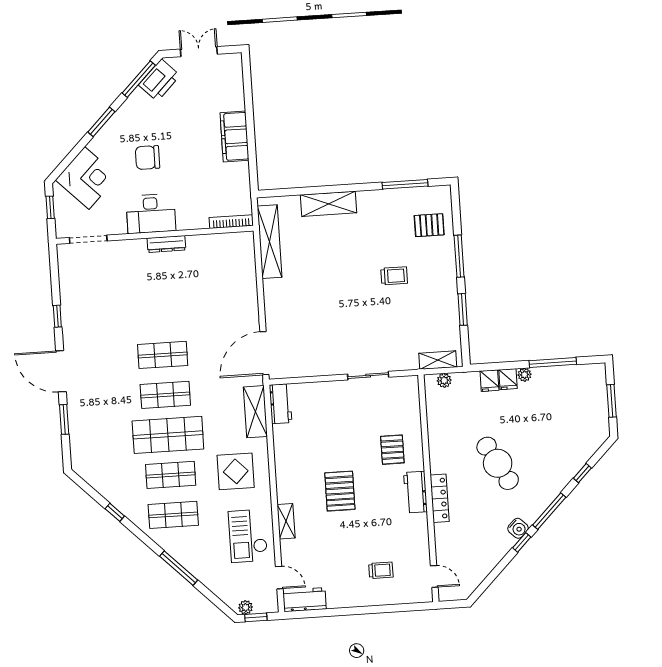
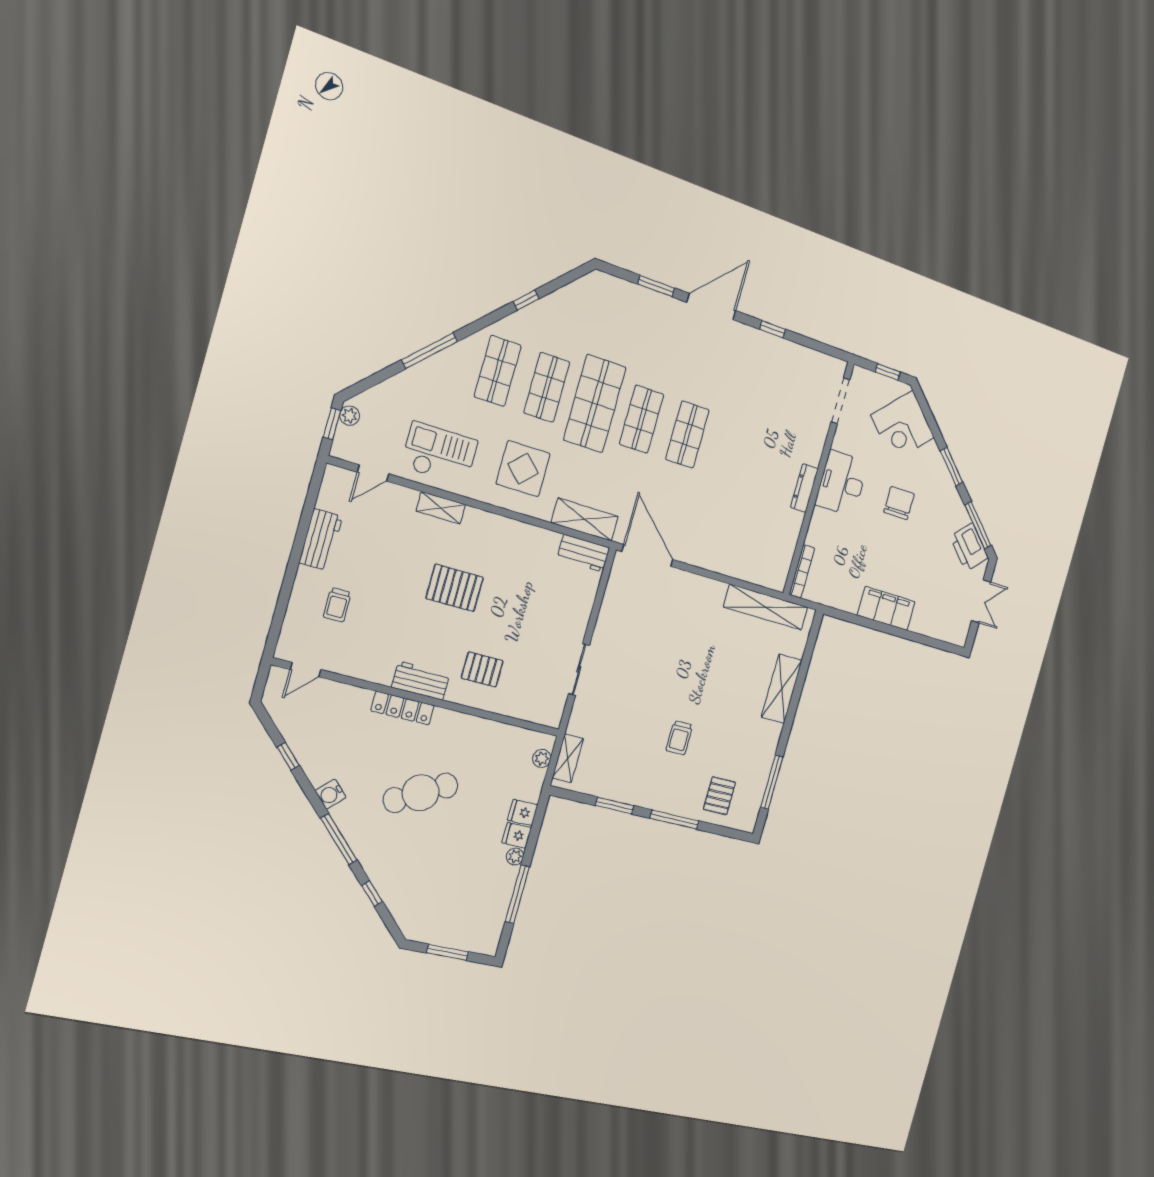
window: (522, 542) -> (288, 756), moved
workbench: (304, 600) -> (321, 540), moved

